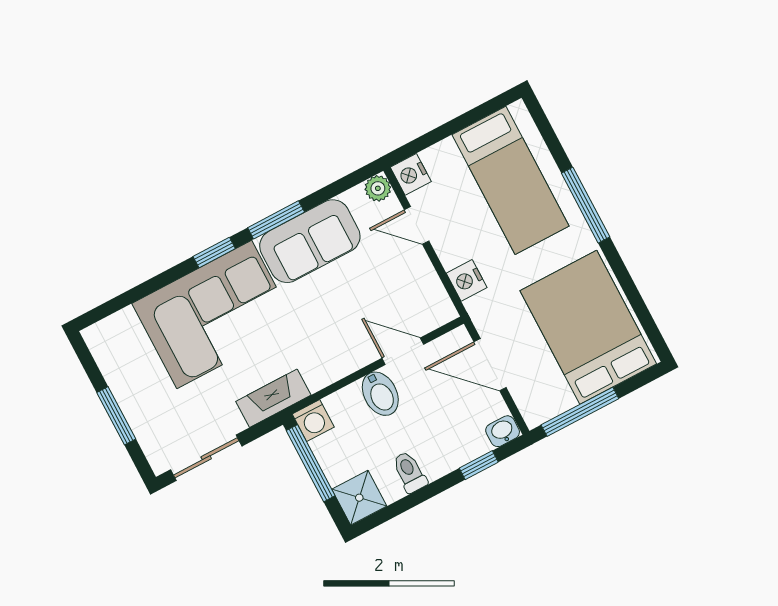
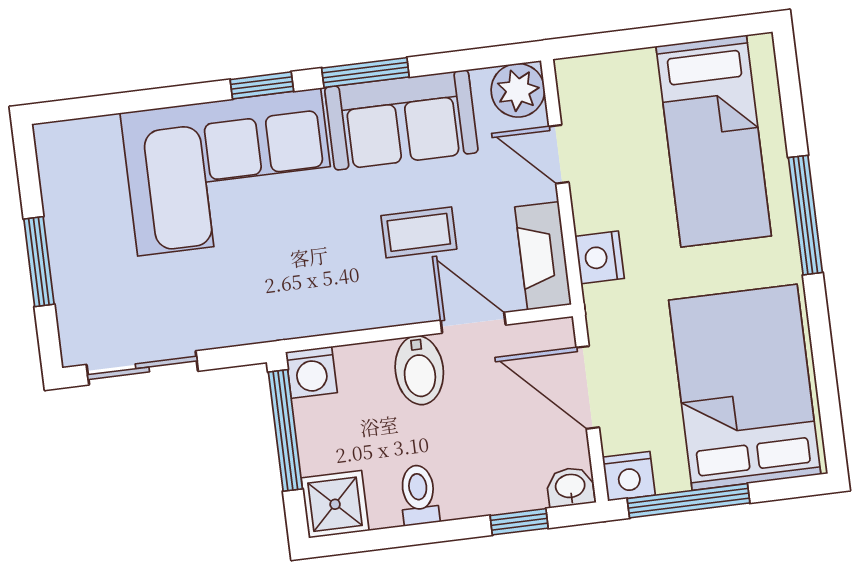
nightstand: (411, 174) -> (629, 476), moved, turned -90
plant: (378, 188) -> (518, 90), width x1.38, depth x1.38
coffee table: (347, 307) -> (419, 232), added
fireplace: (273, 398) -> (543, 256), moved, turned -90

